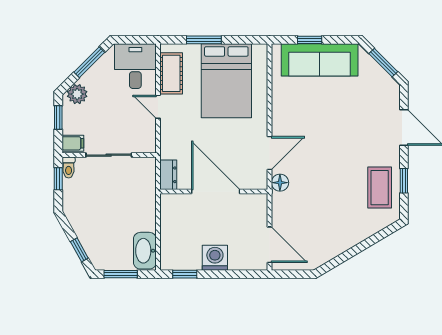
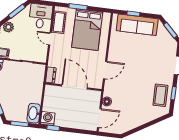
floor lamp: (280, 183) -> (107, 101), moved
door: (269, 245) -> (99, 118), hinge flipped
washing machine: (215, 258) -> (48, 119), moved

